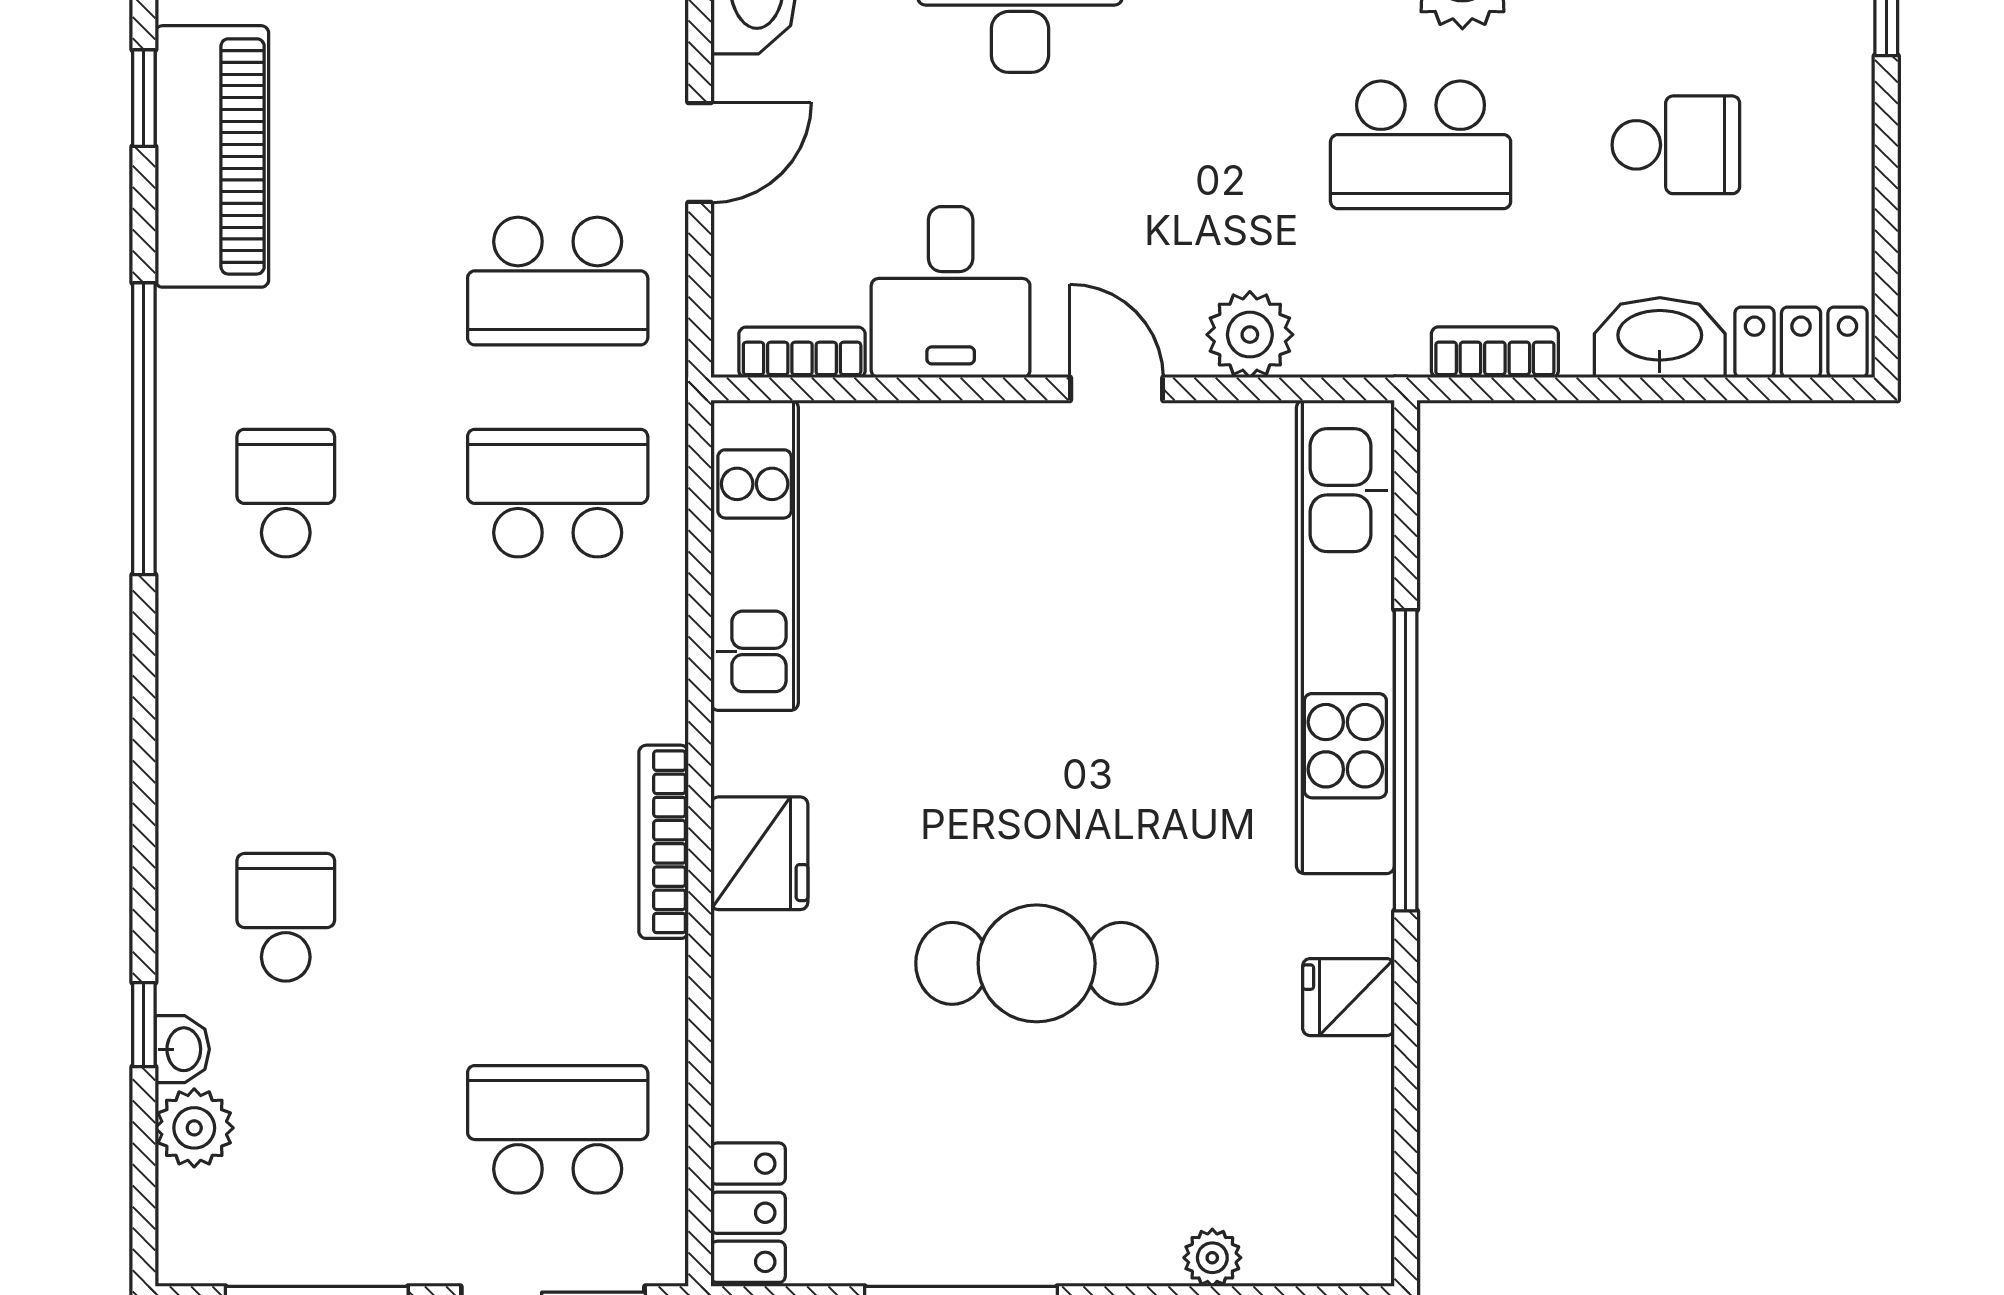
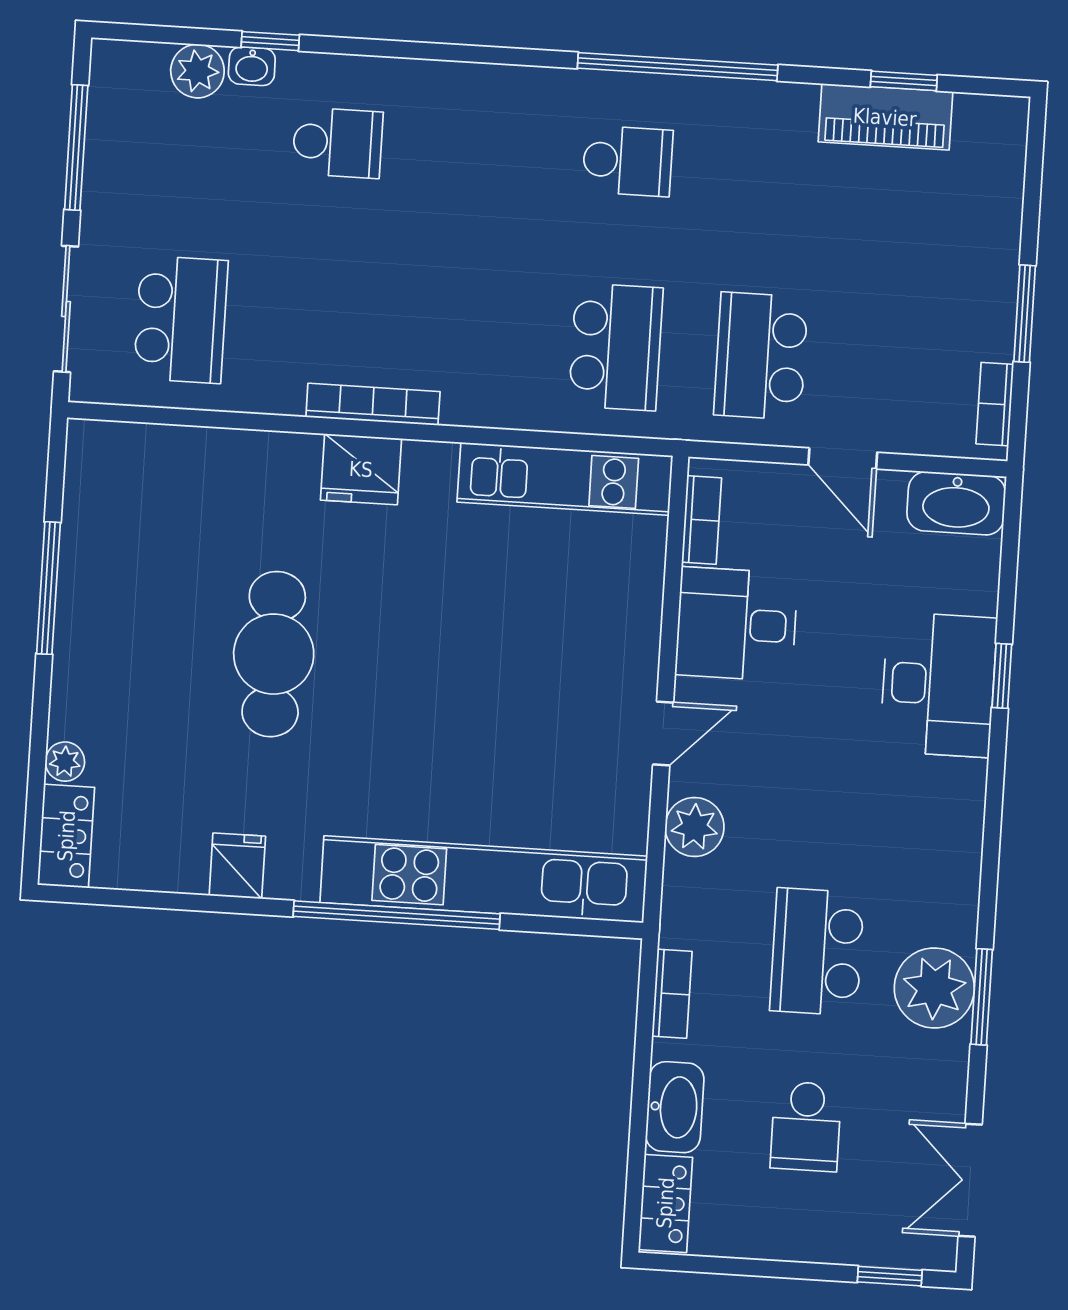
piano: (212, 156) -> (885, 117), width x0.73, depth x0.75
locker: (748, 1213) -> (66, 836), moved, turned -90

